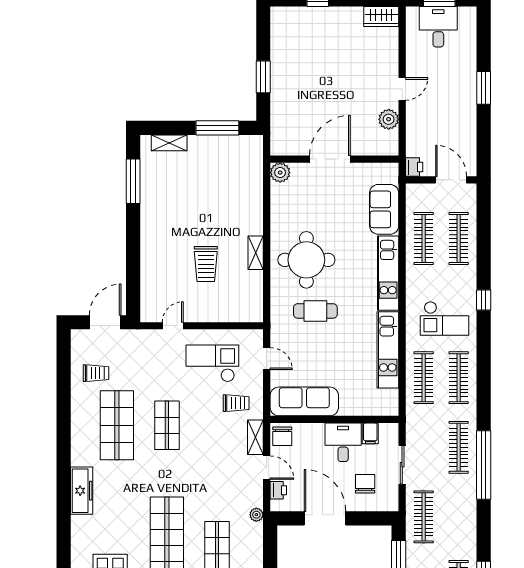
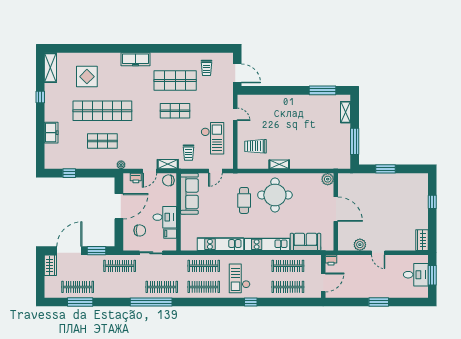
trolley: (206, 264) -> (255, 146), moved

